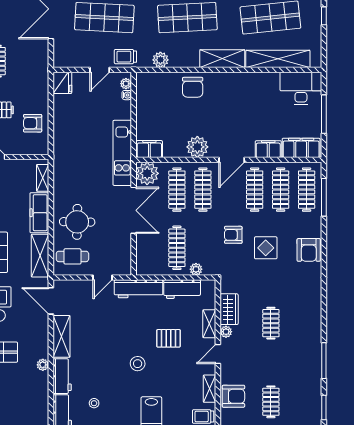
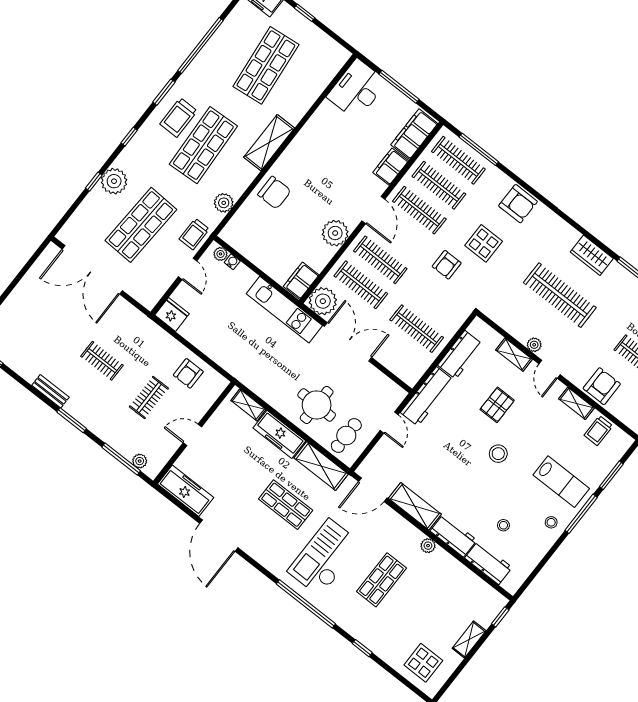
shelving: (278, 59) -> (311, 89), removed
plant: (196, 269) -> (452, 326), removed
wardrobe: (229, 309) -> (592, 255), moved, turned 180
clothes rail: (271, 323) -> (560, 295), width x1.86, depth x1.31

